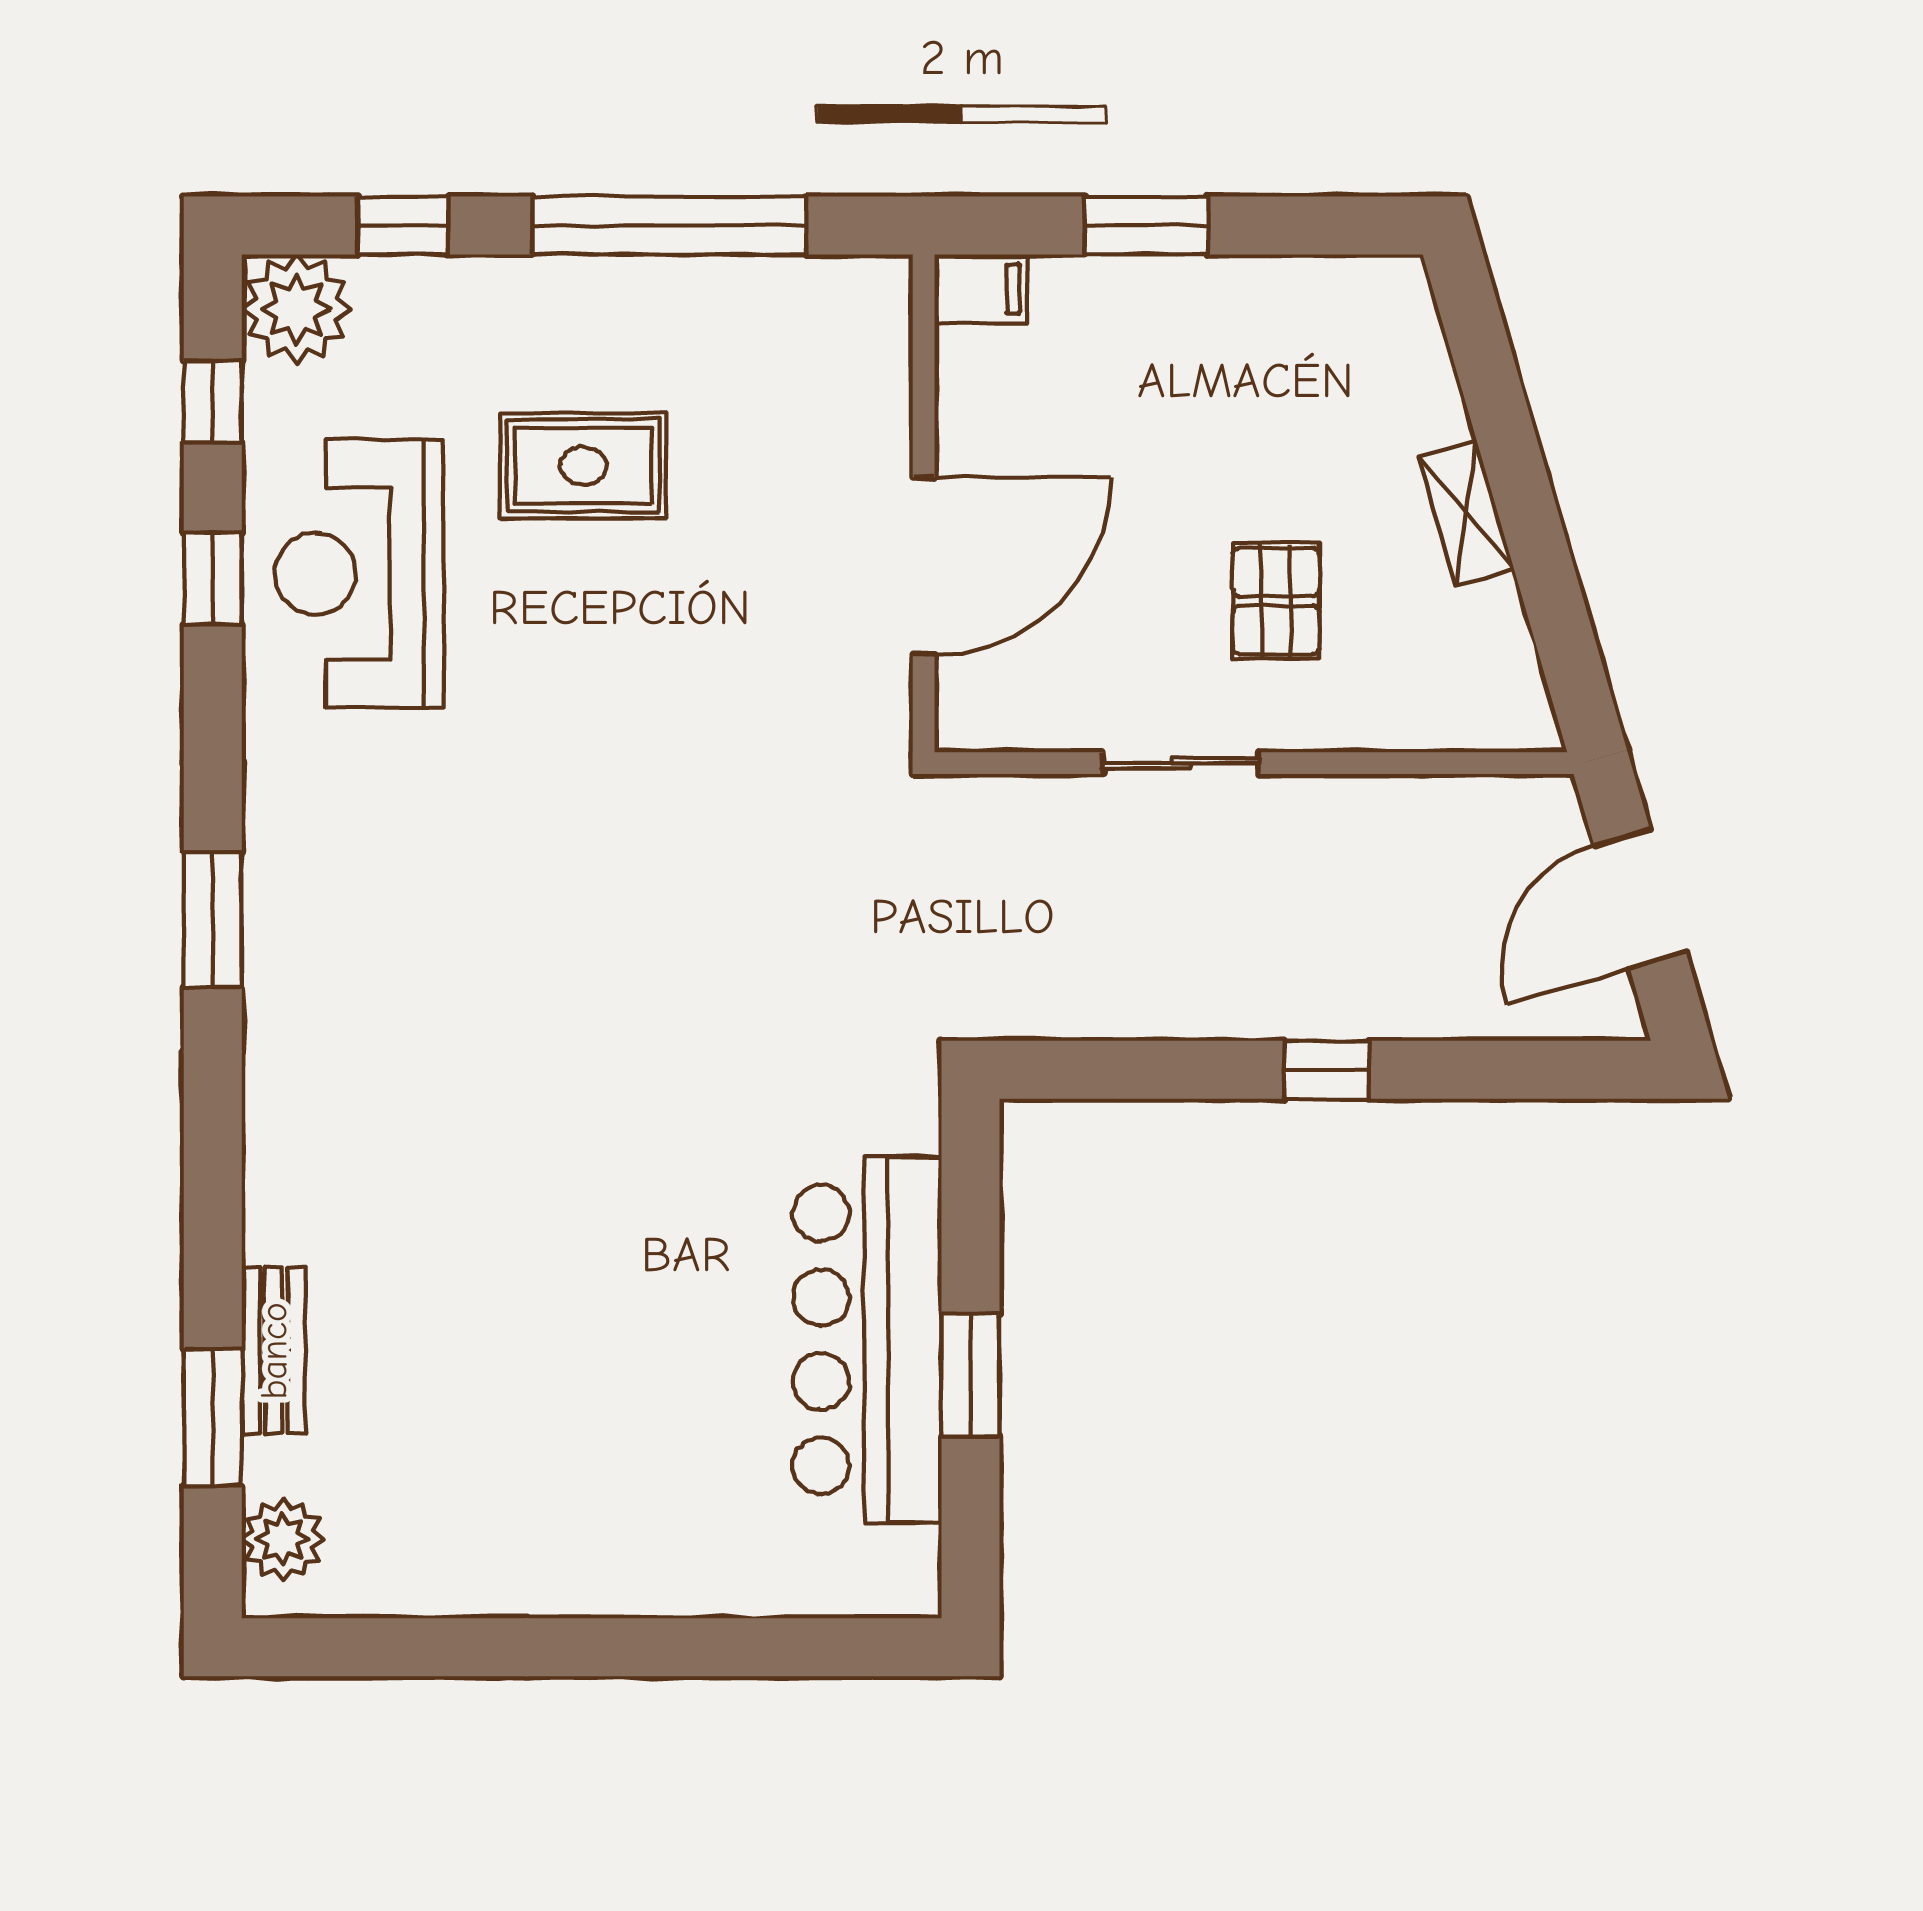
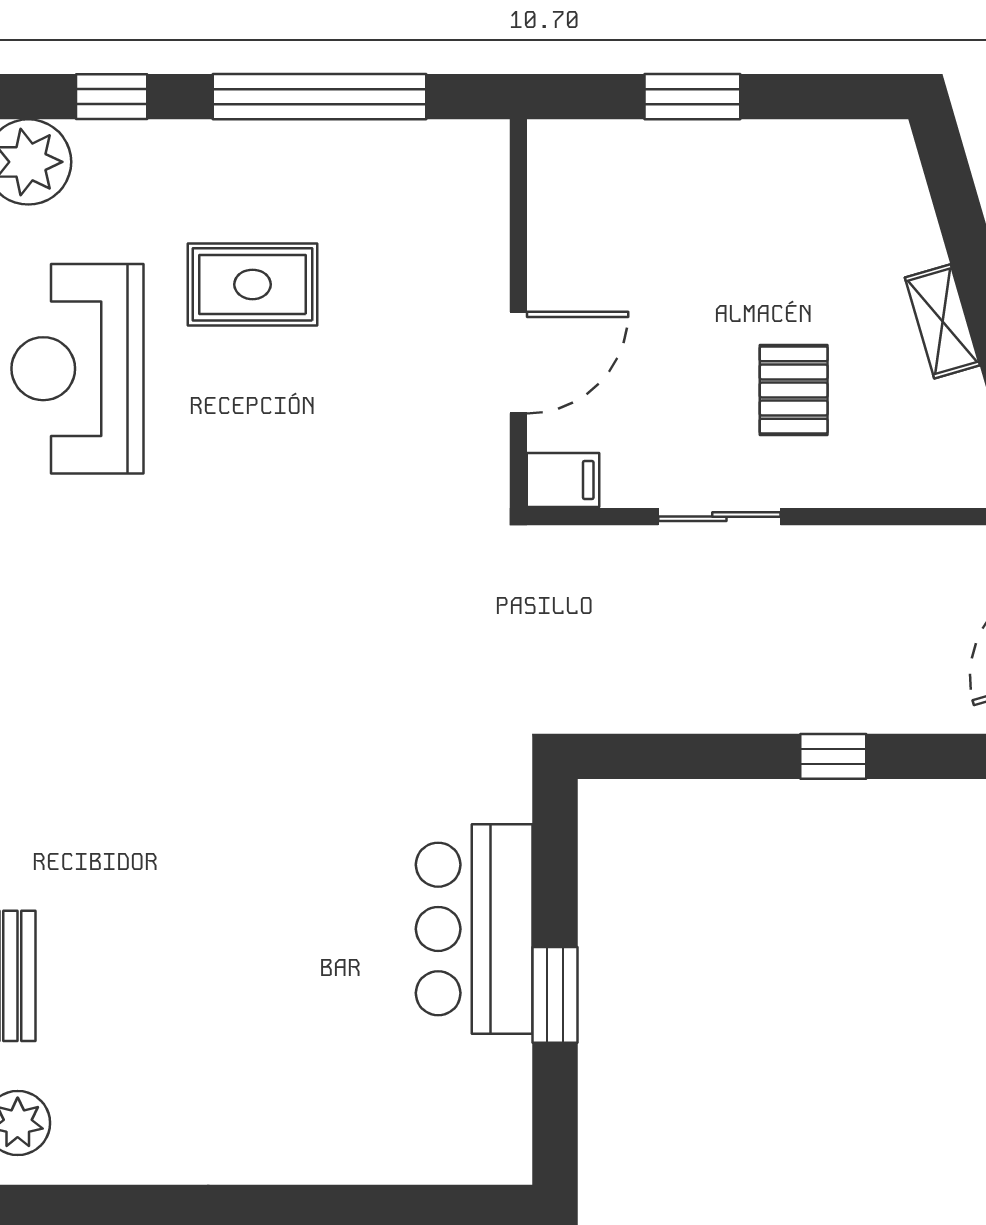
filing cabinet: (981, 289) -> (563, 480), moved
door: (924, 566) -> (518, 363), width x0.73
bar counter: (867, 1340) -> (474, 929), width x0.73

